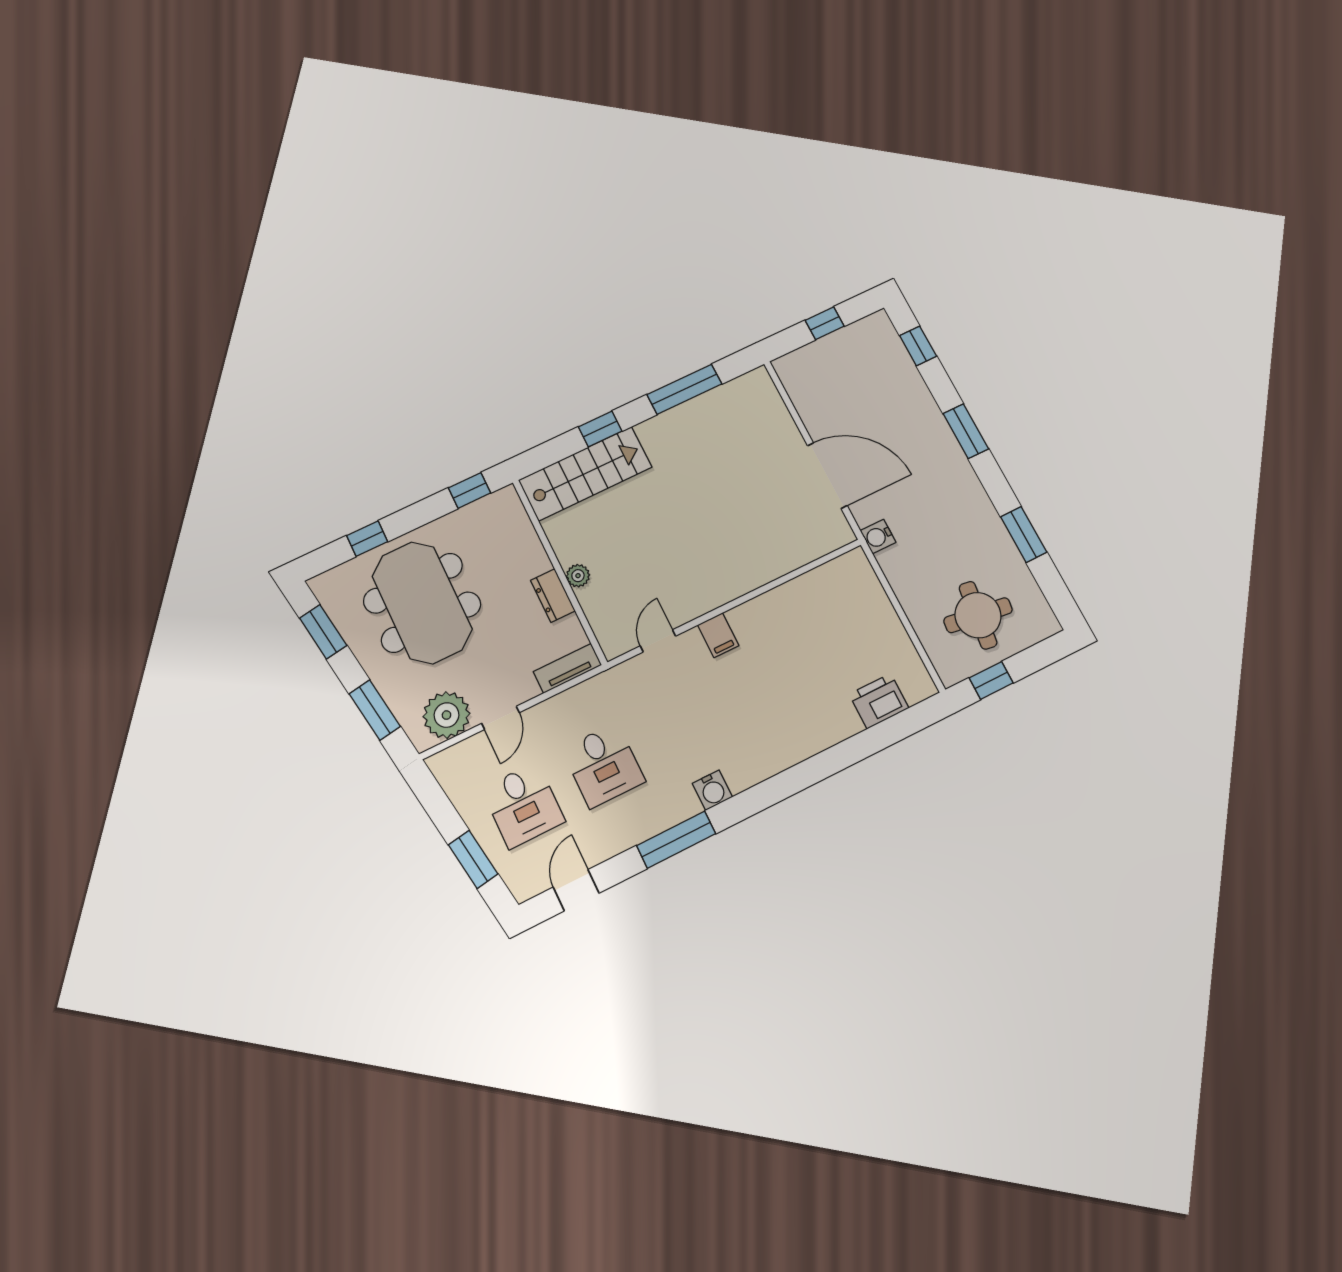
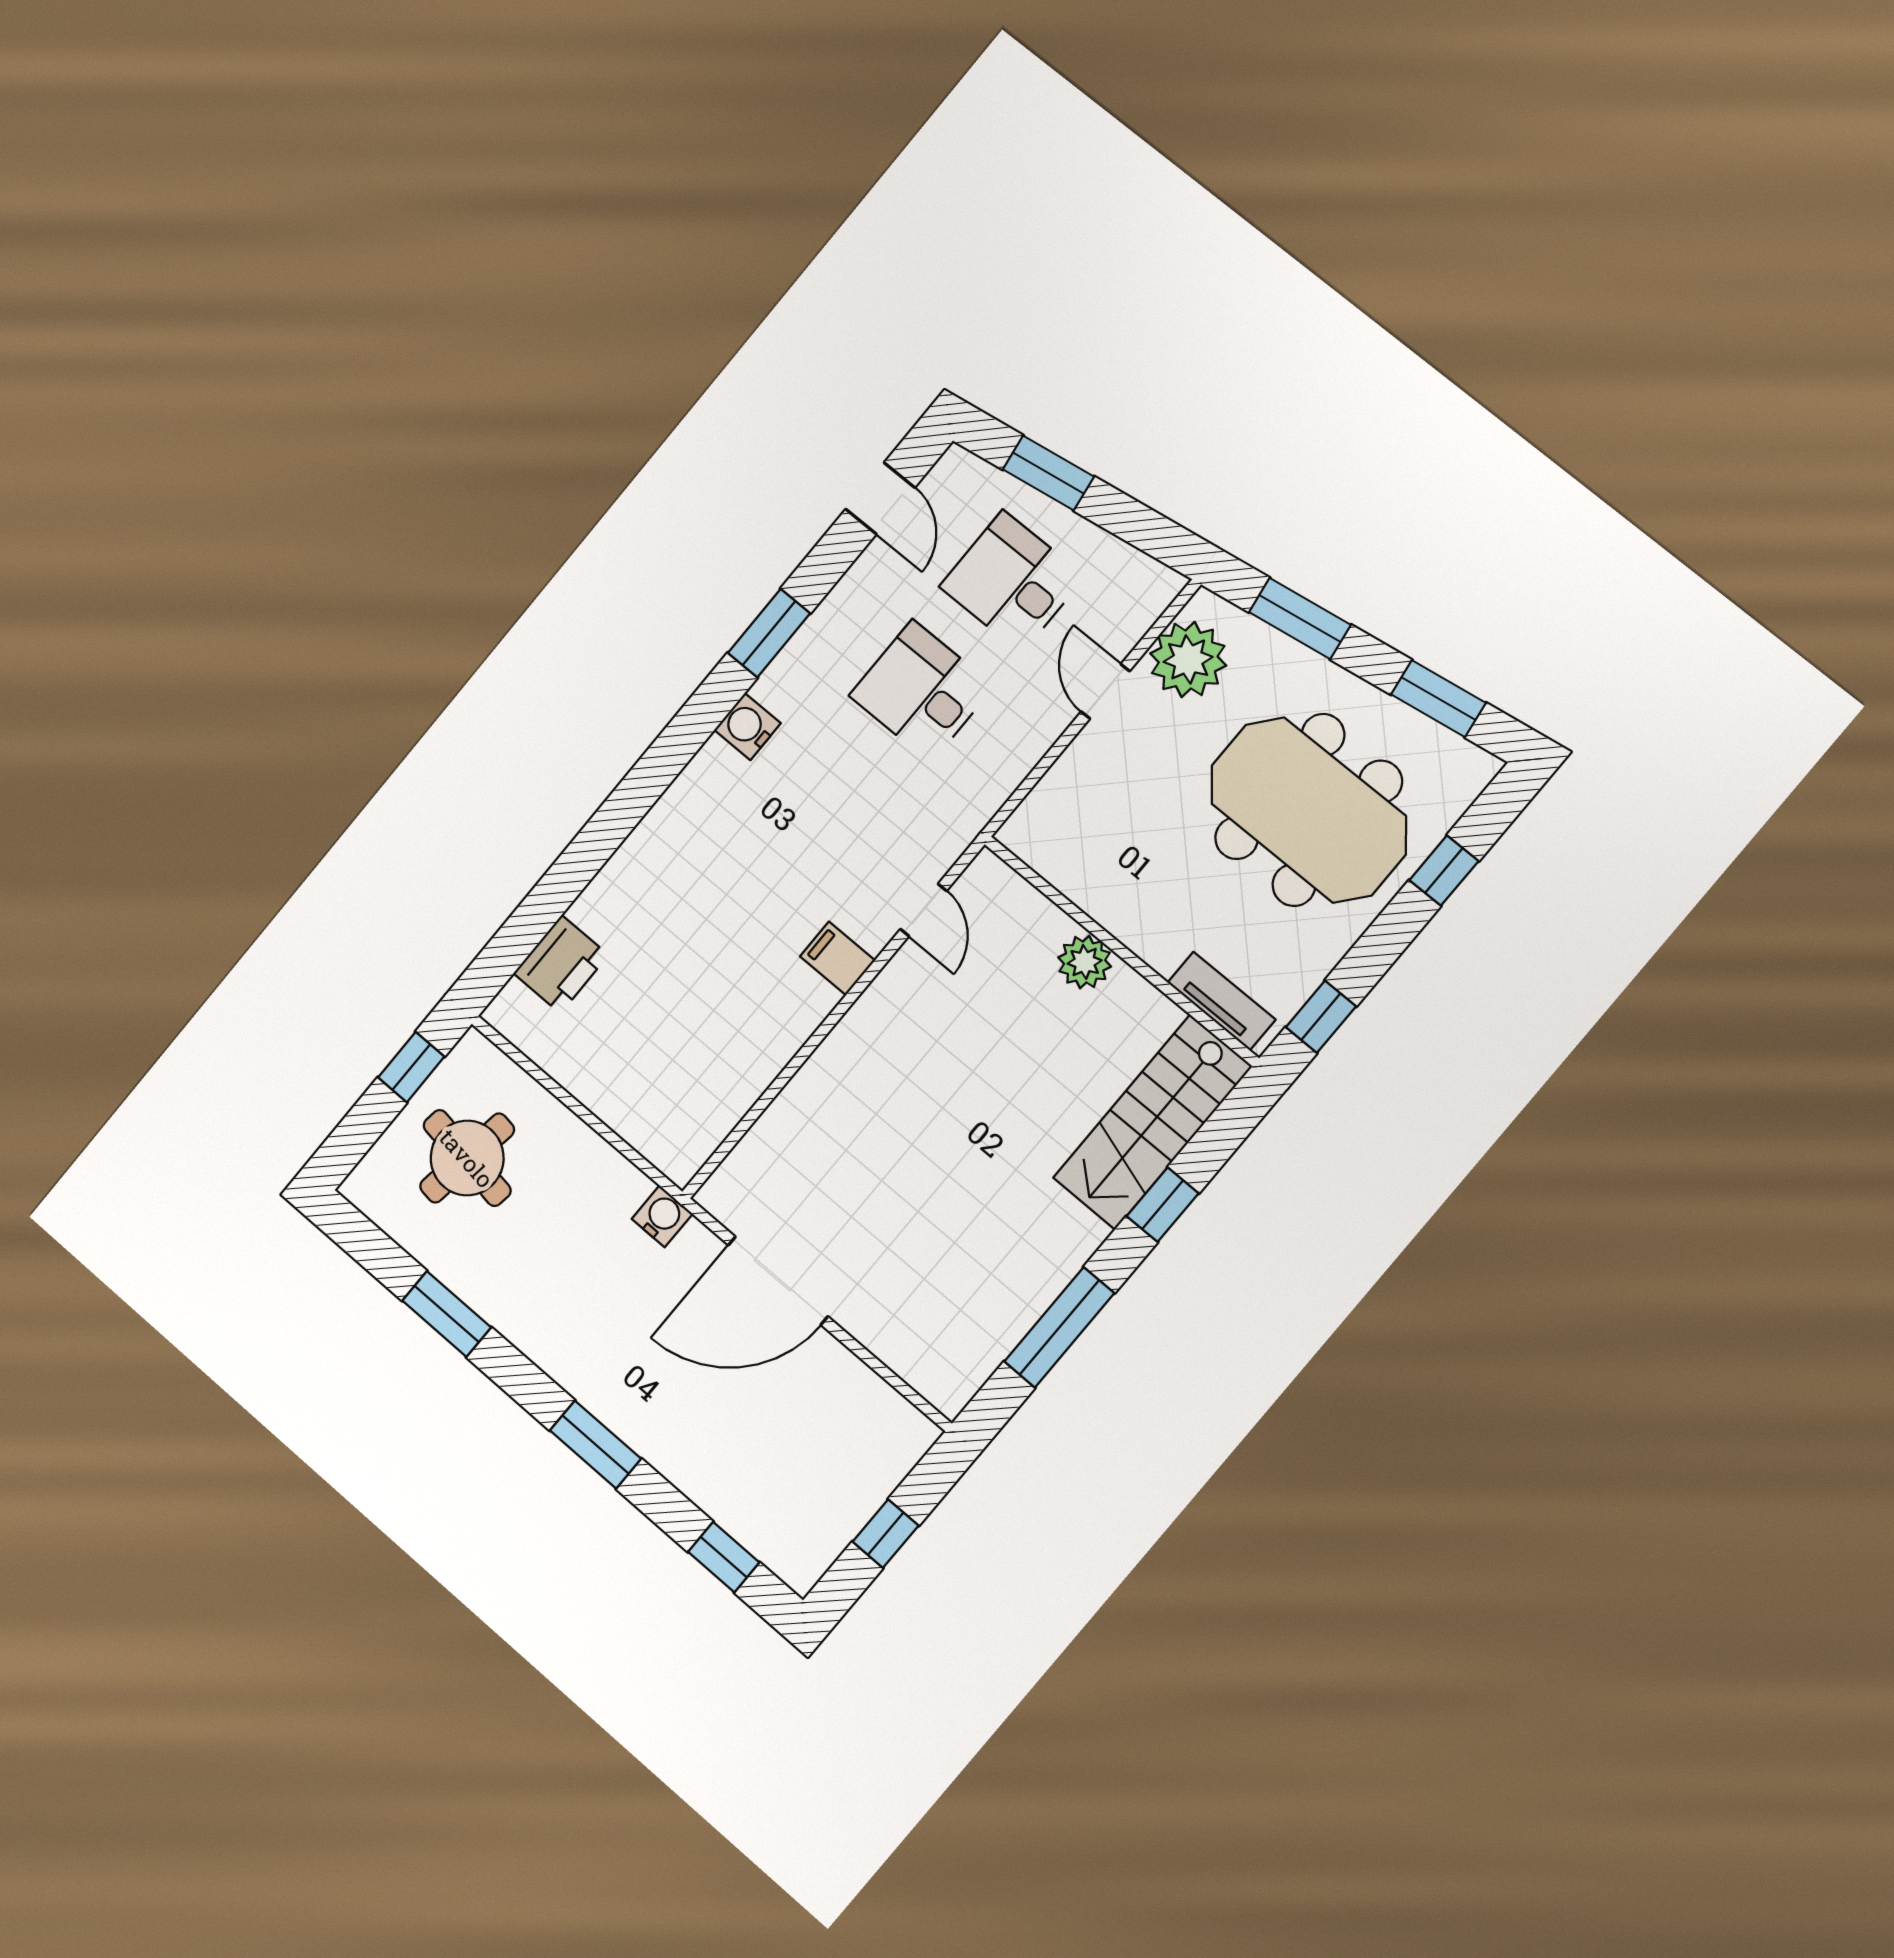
plant: (578, 576) -> (1085, 962), width x1.38, depth x1.38
dresser: (553, 596) -> (1113, 909), removed
tv unit: (567, 668) -> (1221, 1001), moved, turned -90
window: (676, 840) -> (769, 633), width x0.69

